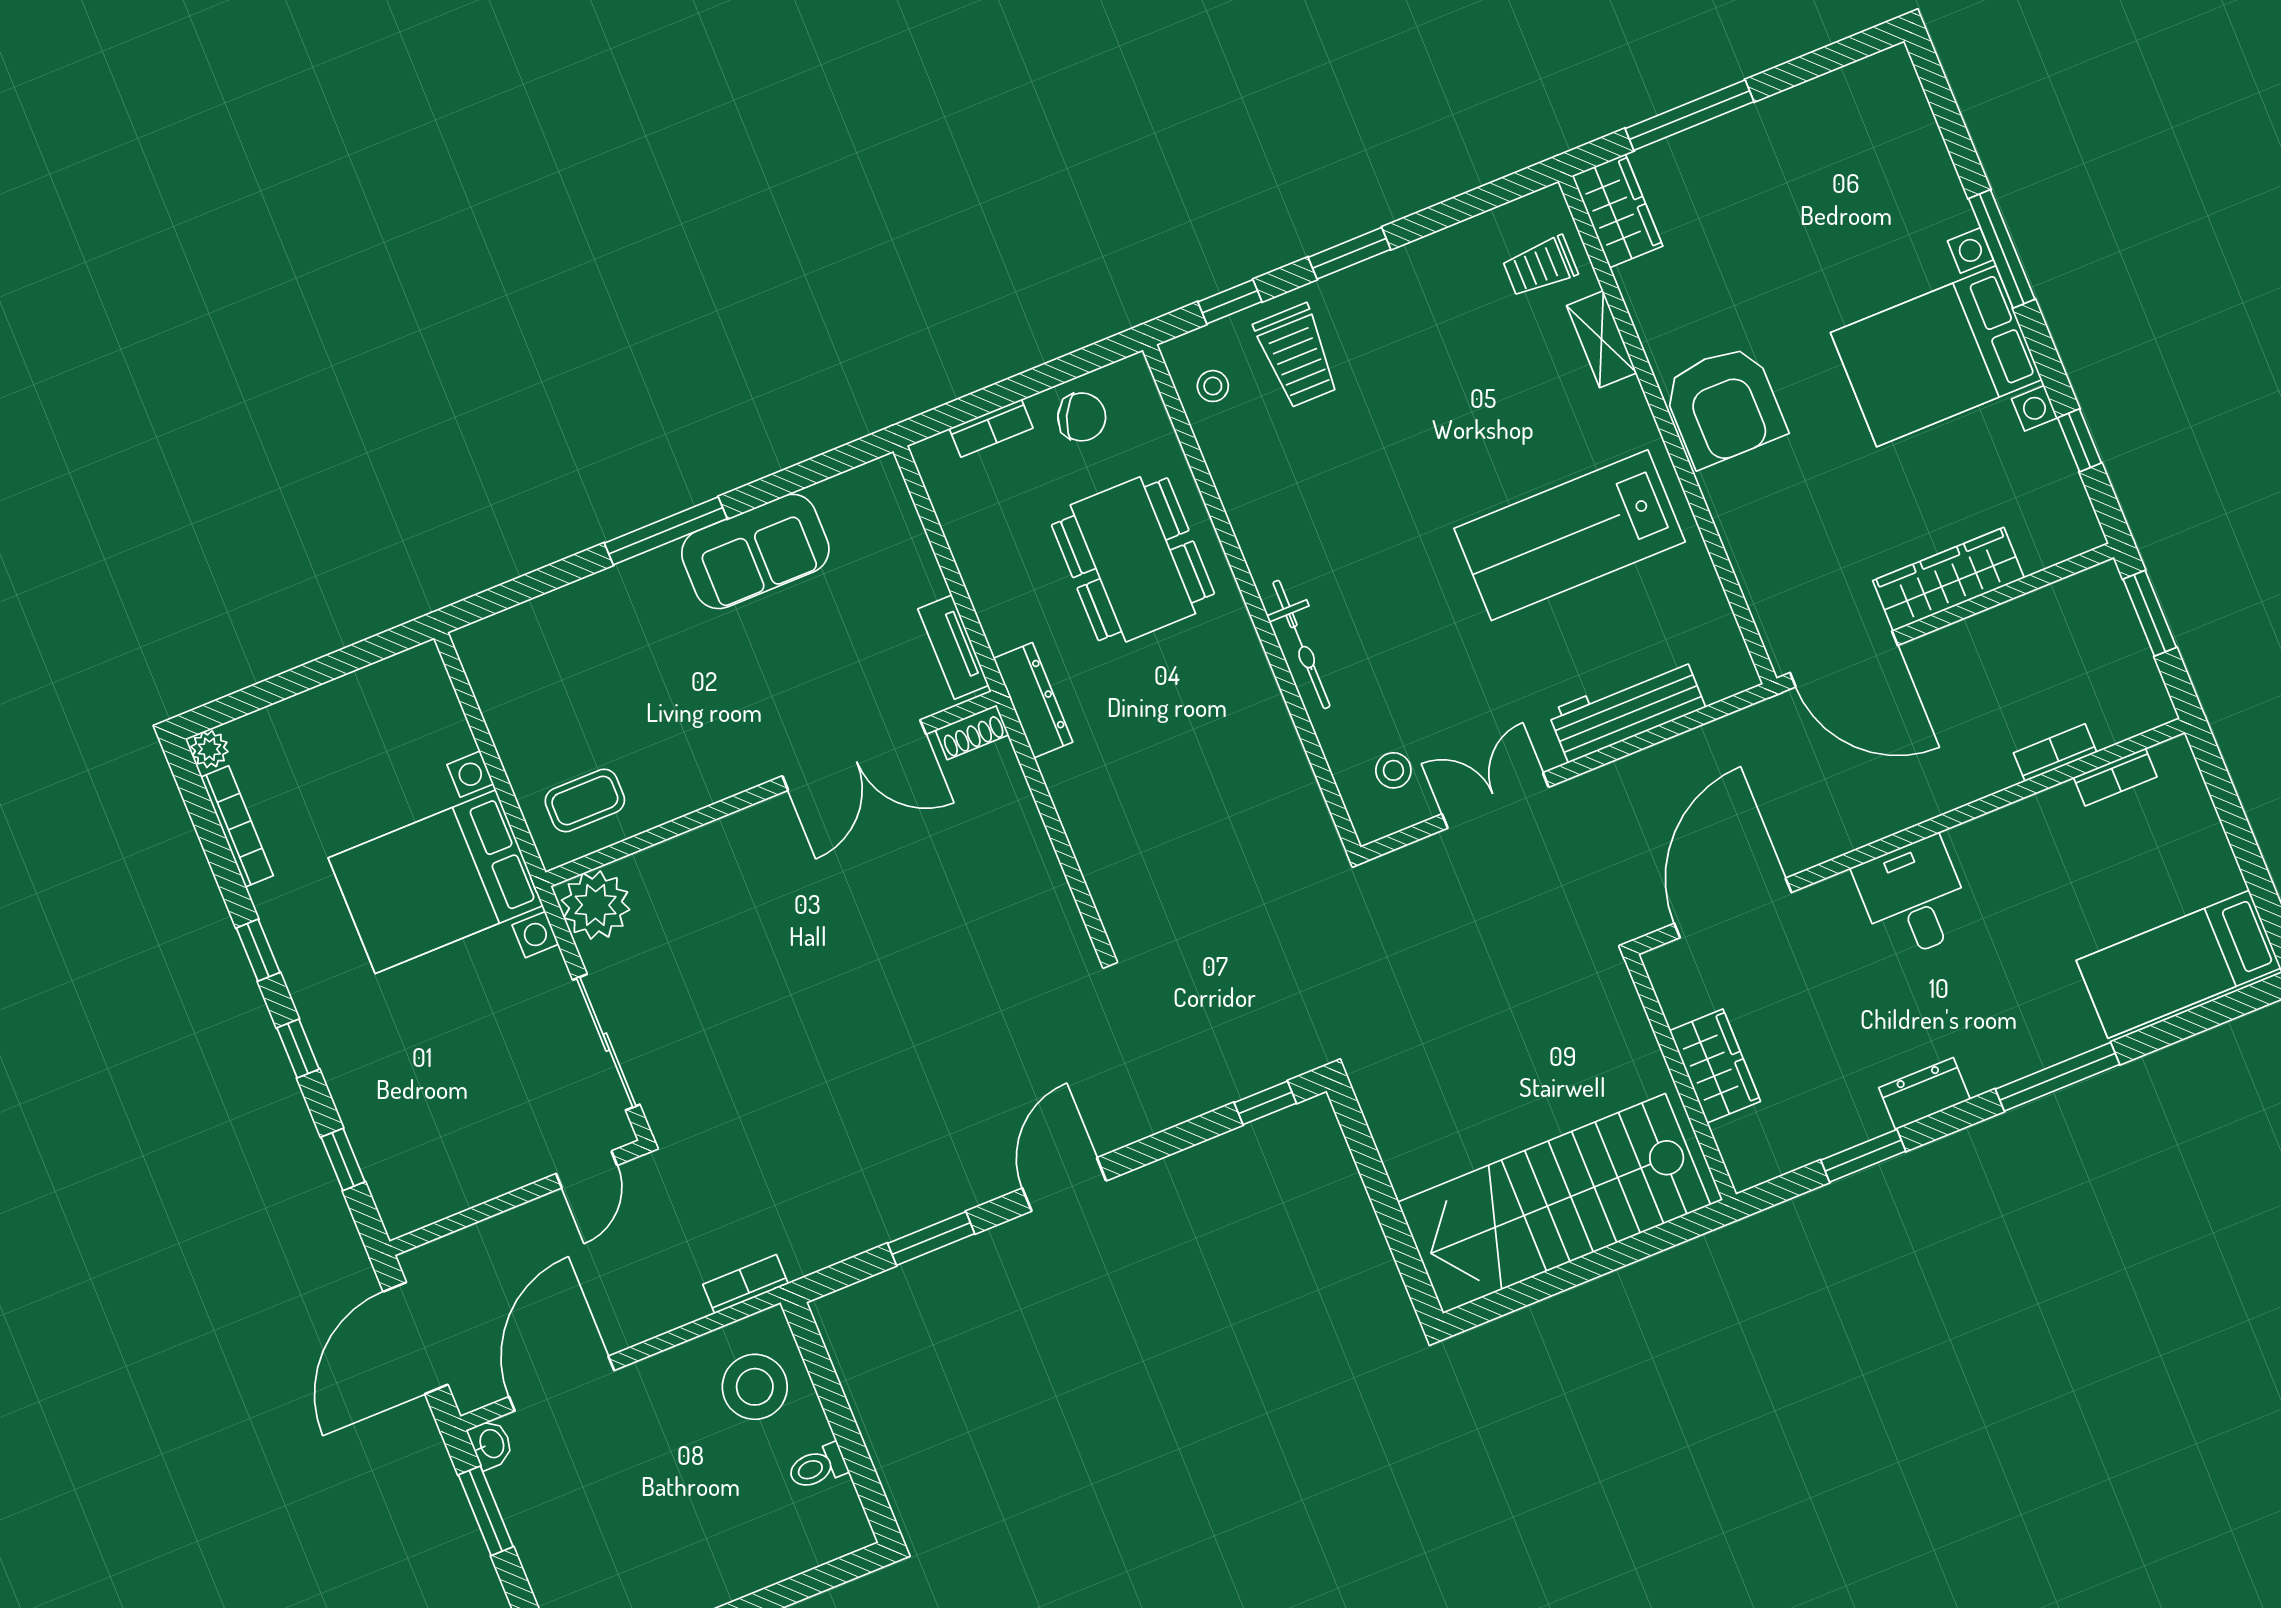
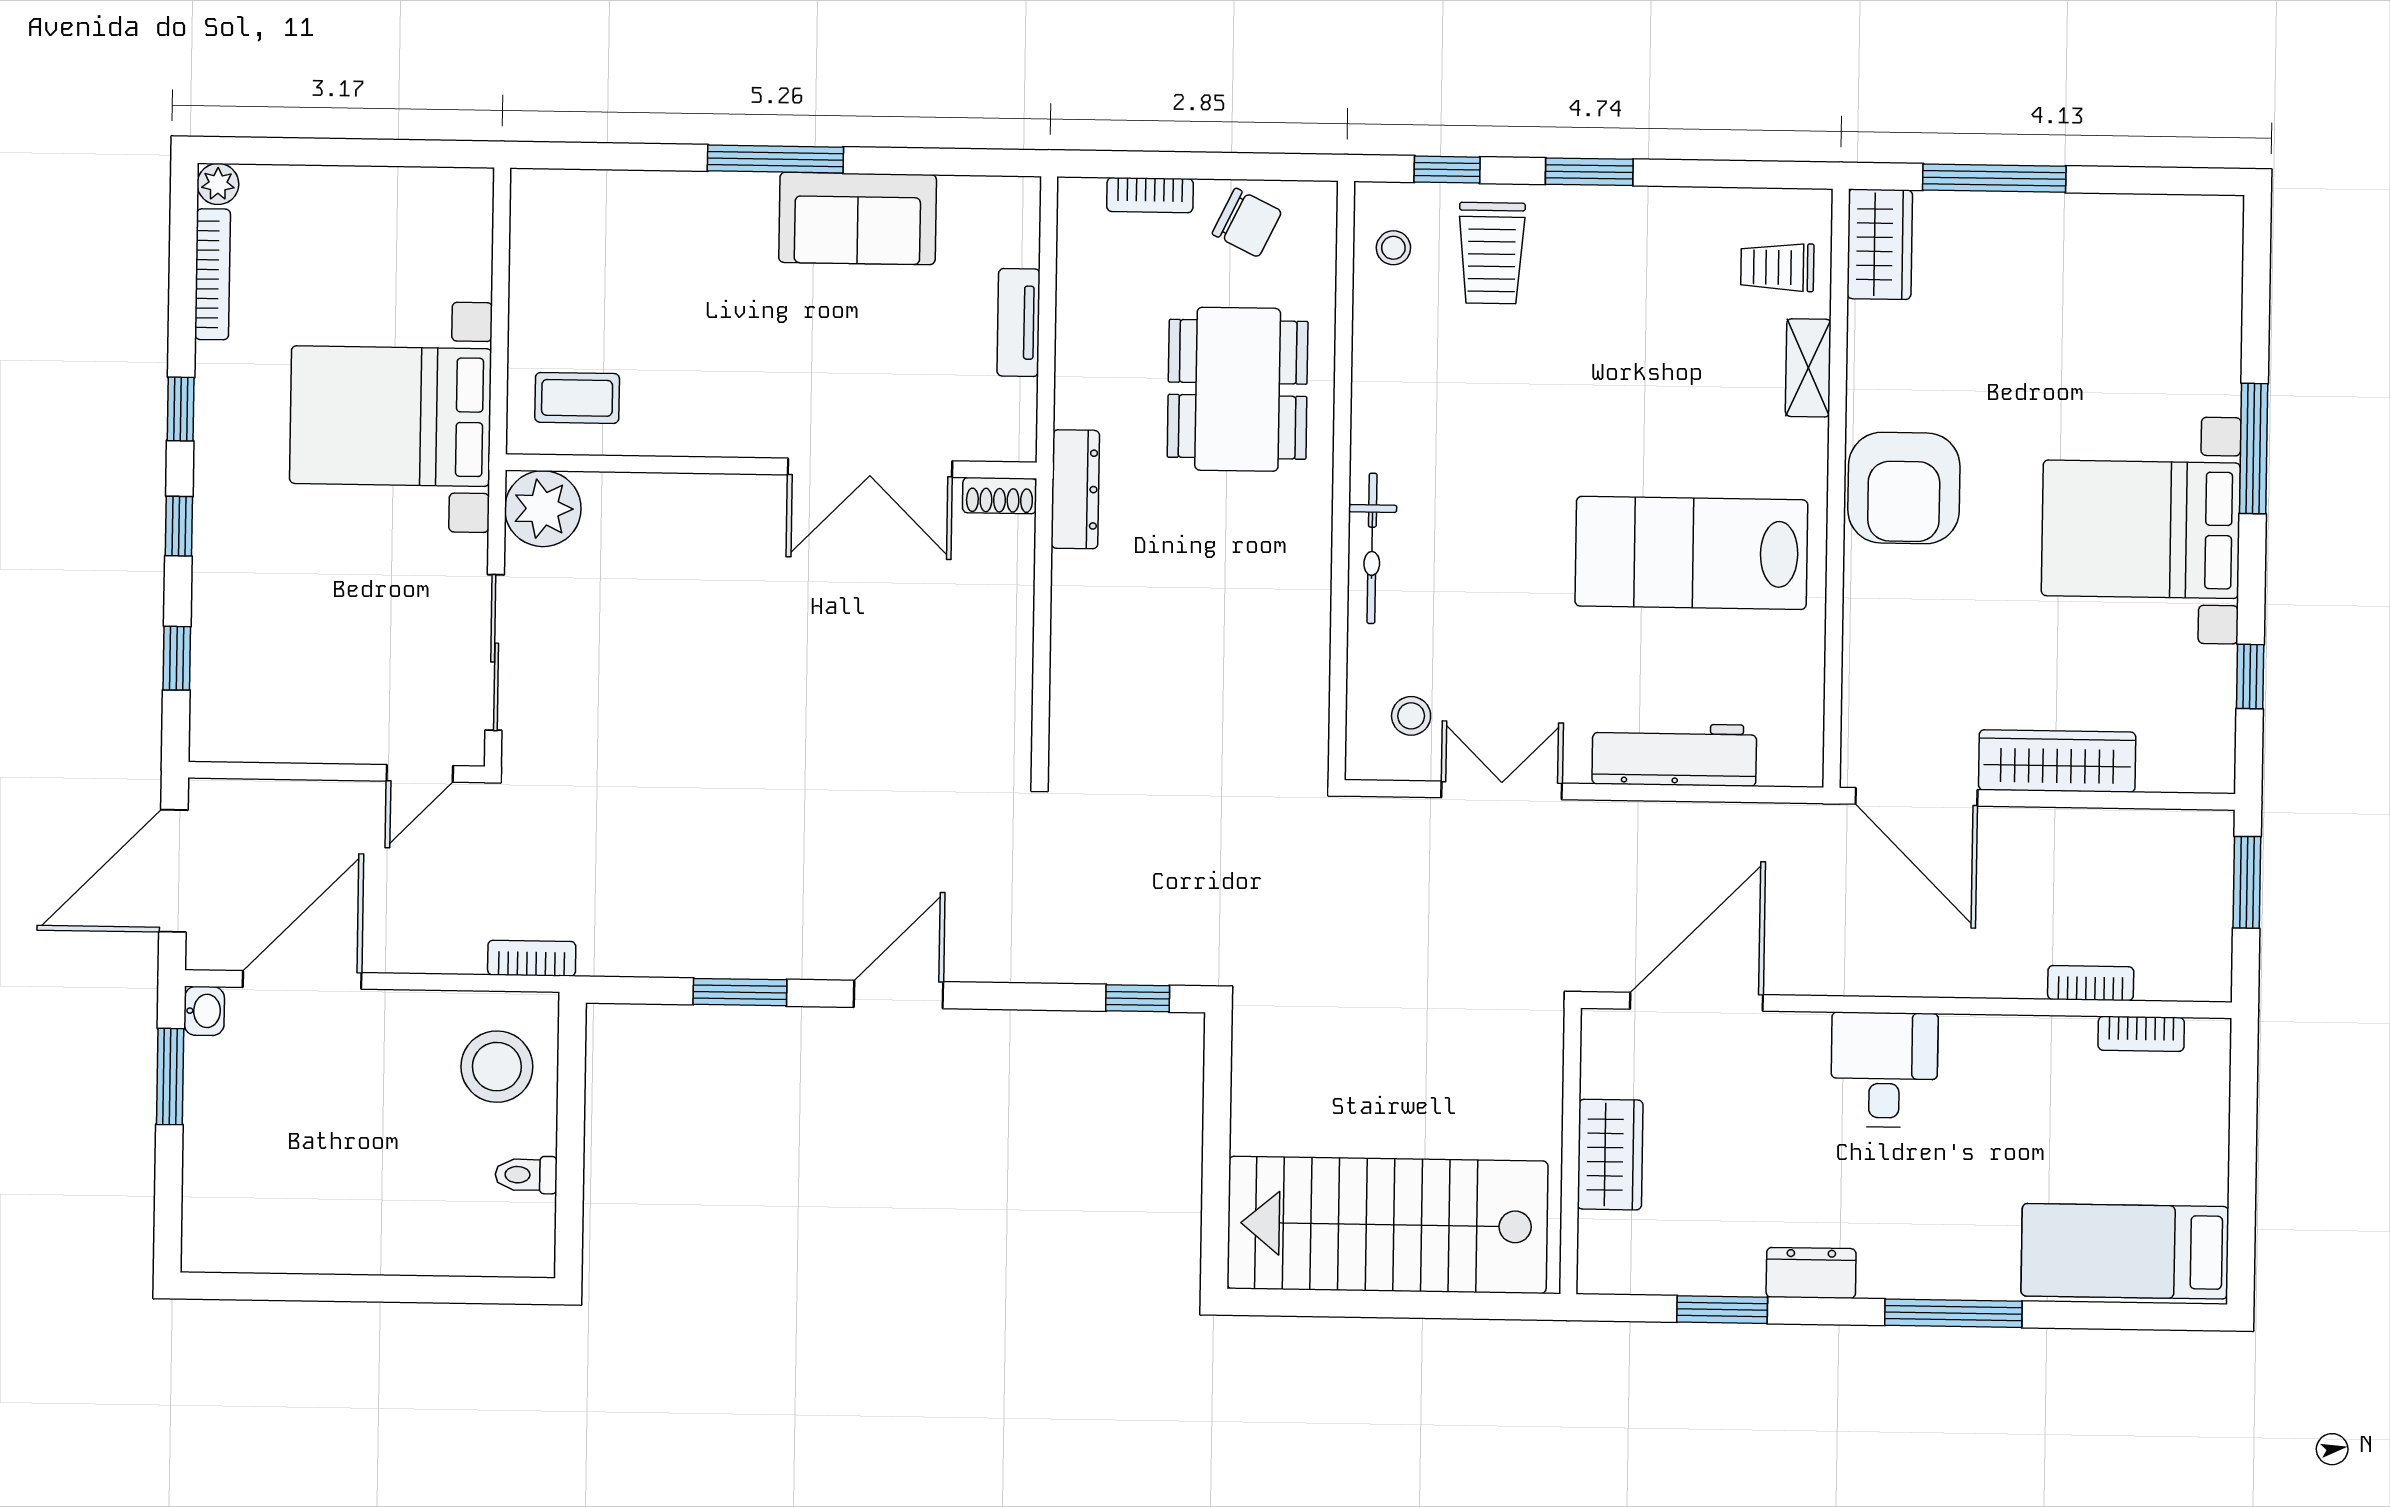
tv unit: (953, 647) -> (1018, 322), moved

